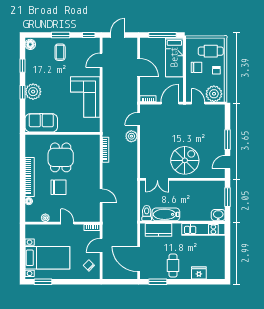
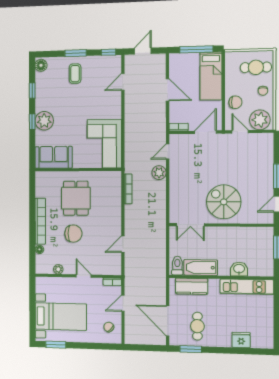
chair: (197, 67) -> (235, 102), moved
corner sofa: (85, 97) -> (104, 144), moved
spiral stairs: (185, 160) -> (224, 202), turned -90
door: (101, 196) -> (123, 244), swing flipped
washbasin: (218, 215) -> (239, 269), moved
cafe table: (173, 266) -> (197, 326), moved

